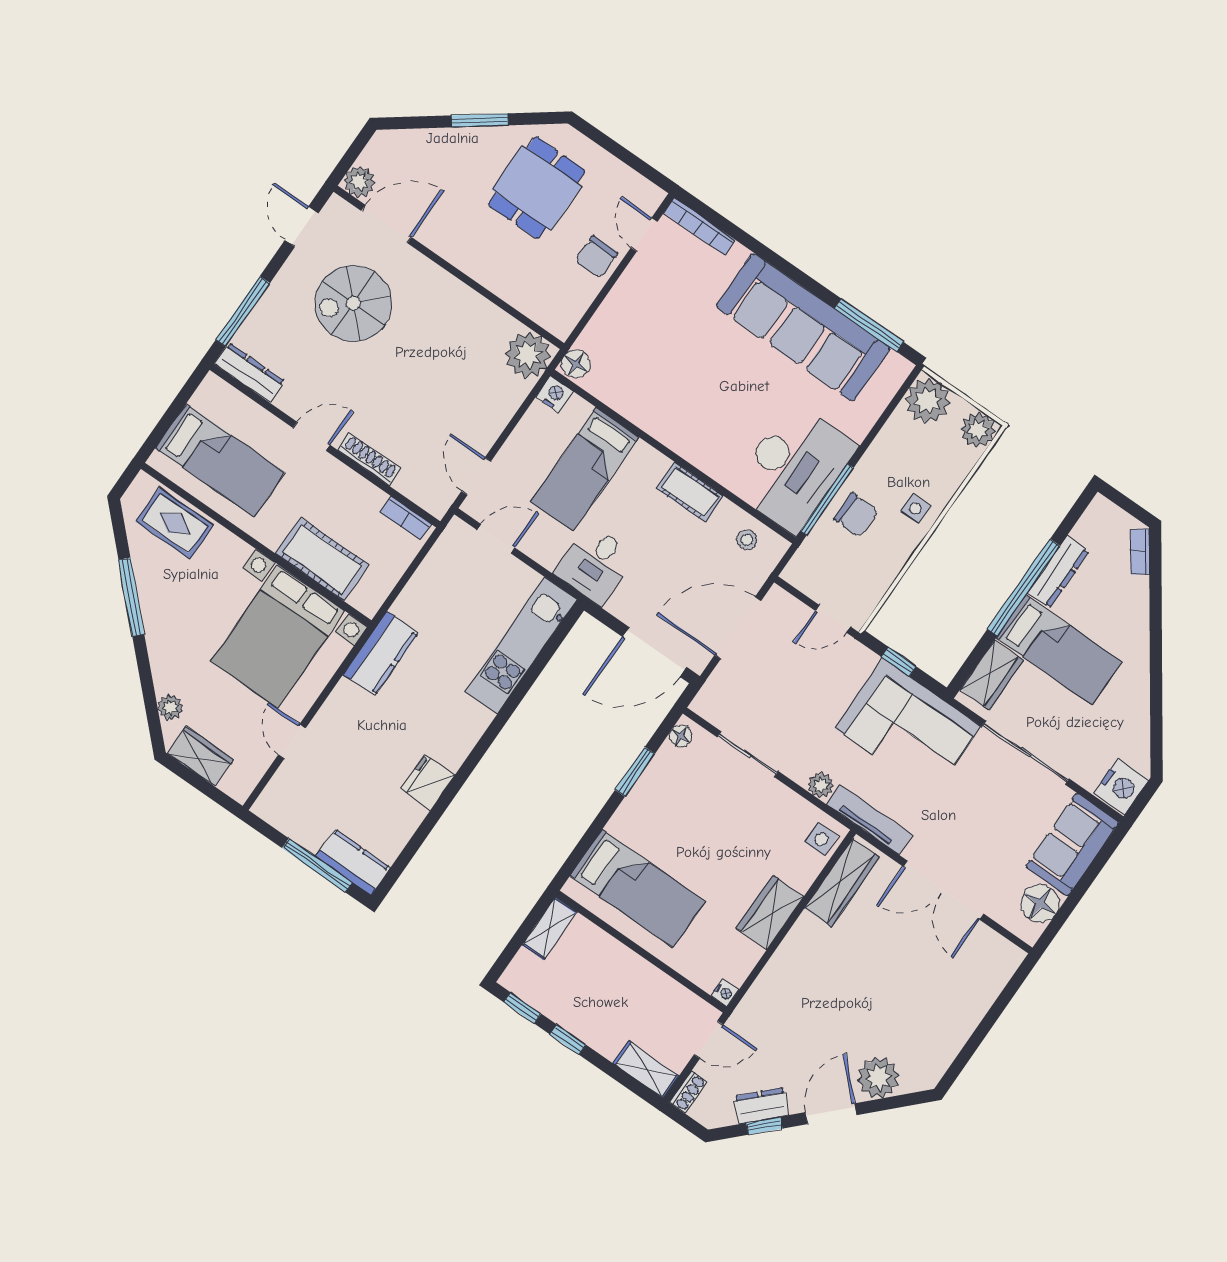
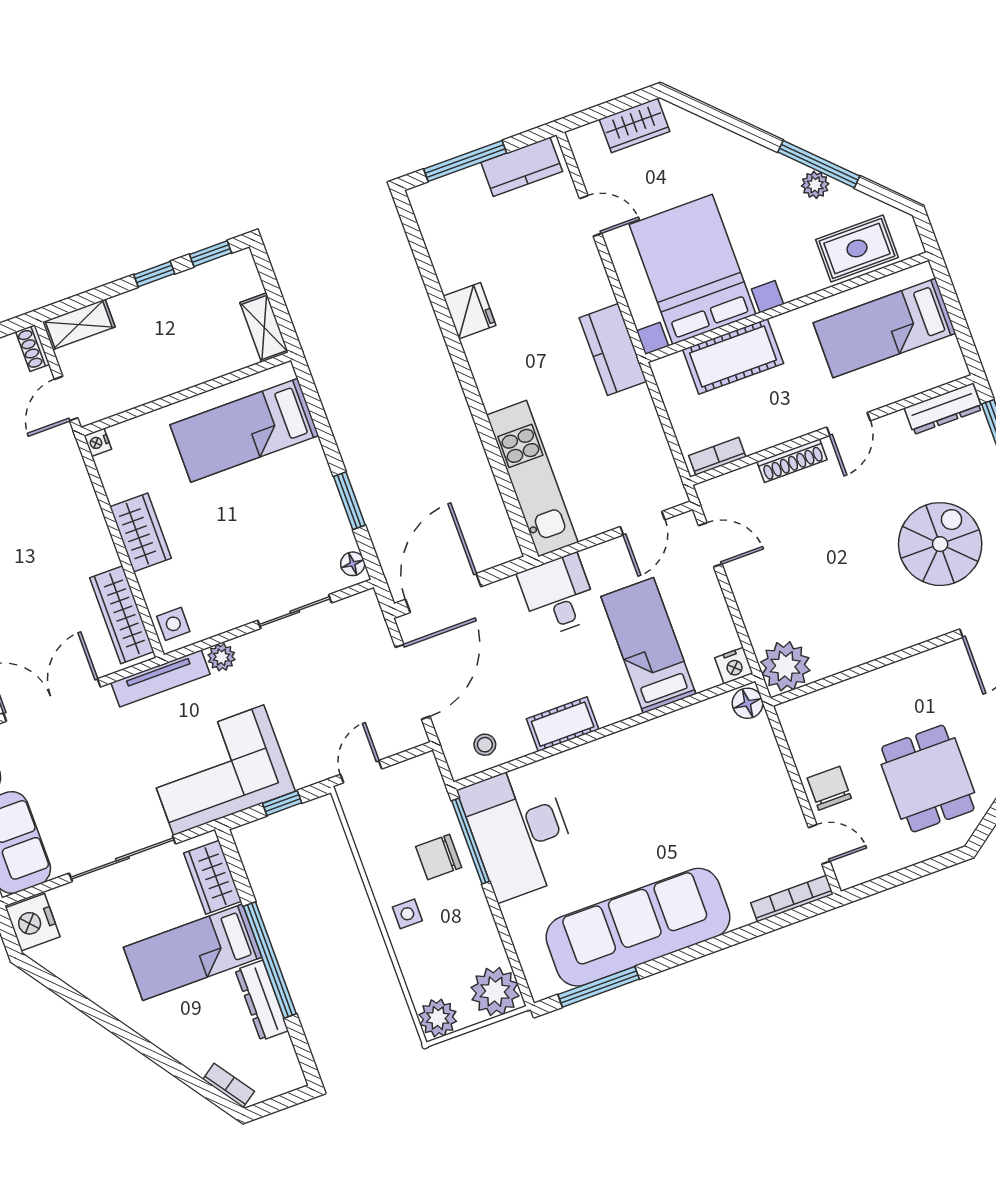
plant: (170, 707) -> (815, 185), moved
kitchen counter: (353, 862) -> (522, 167), moved

